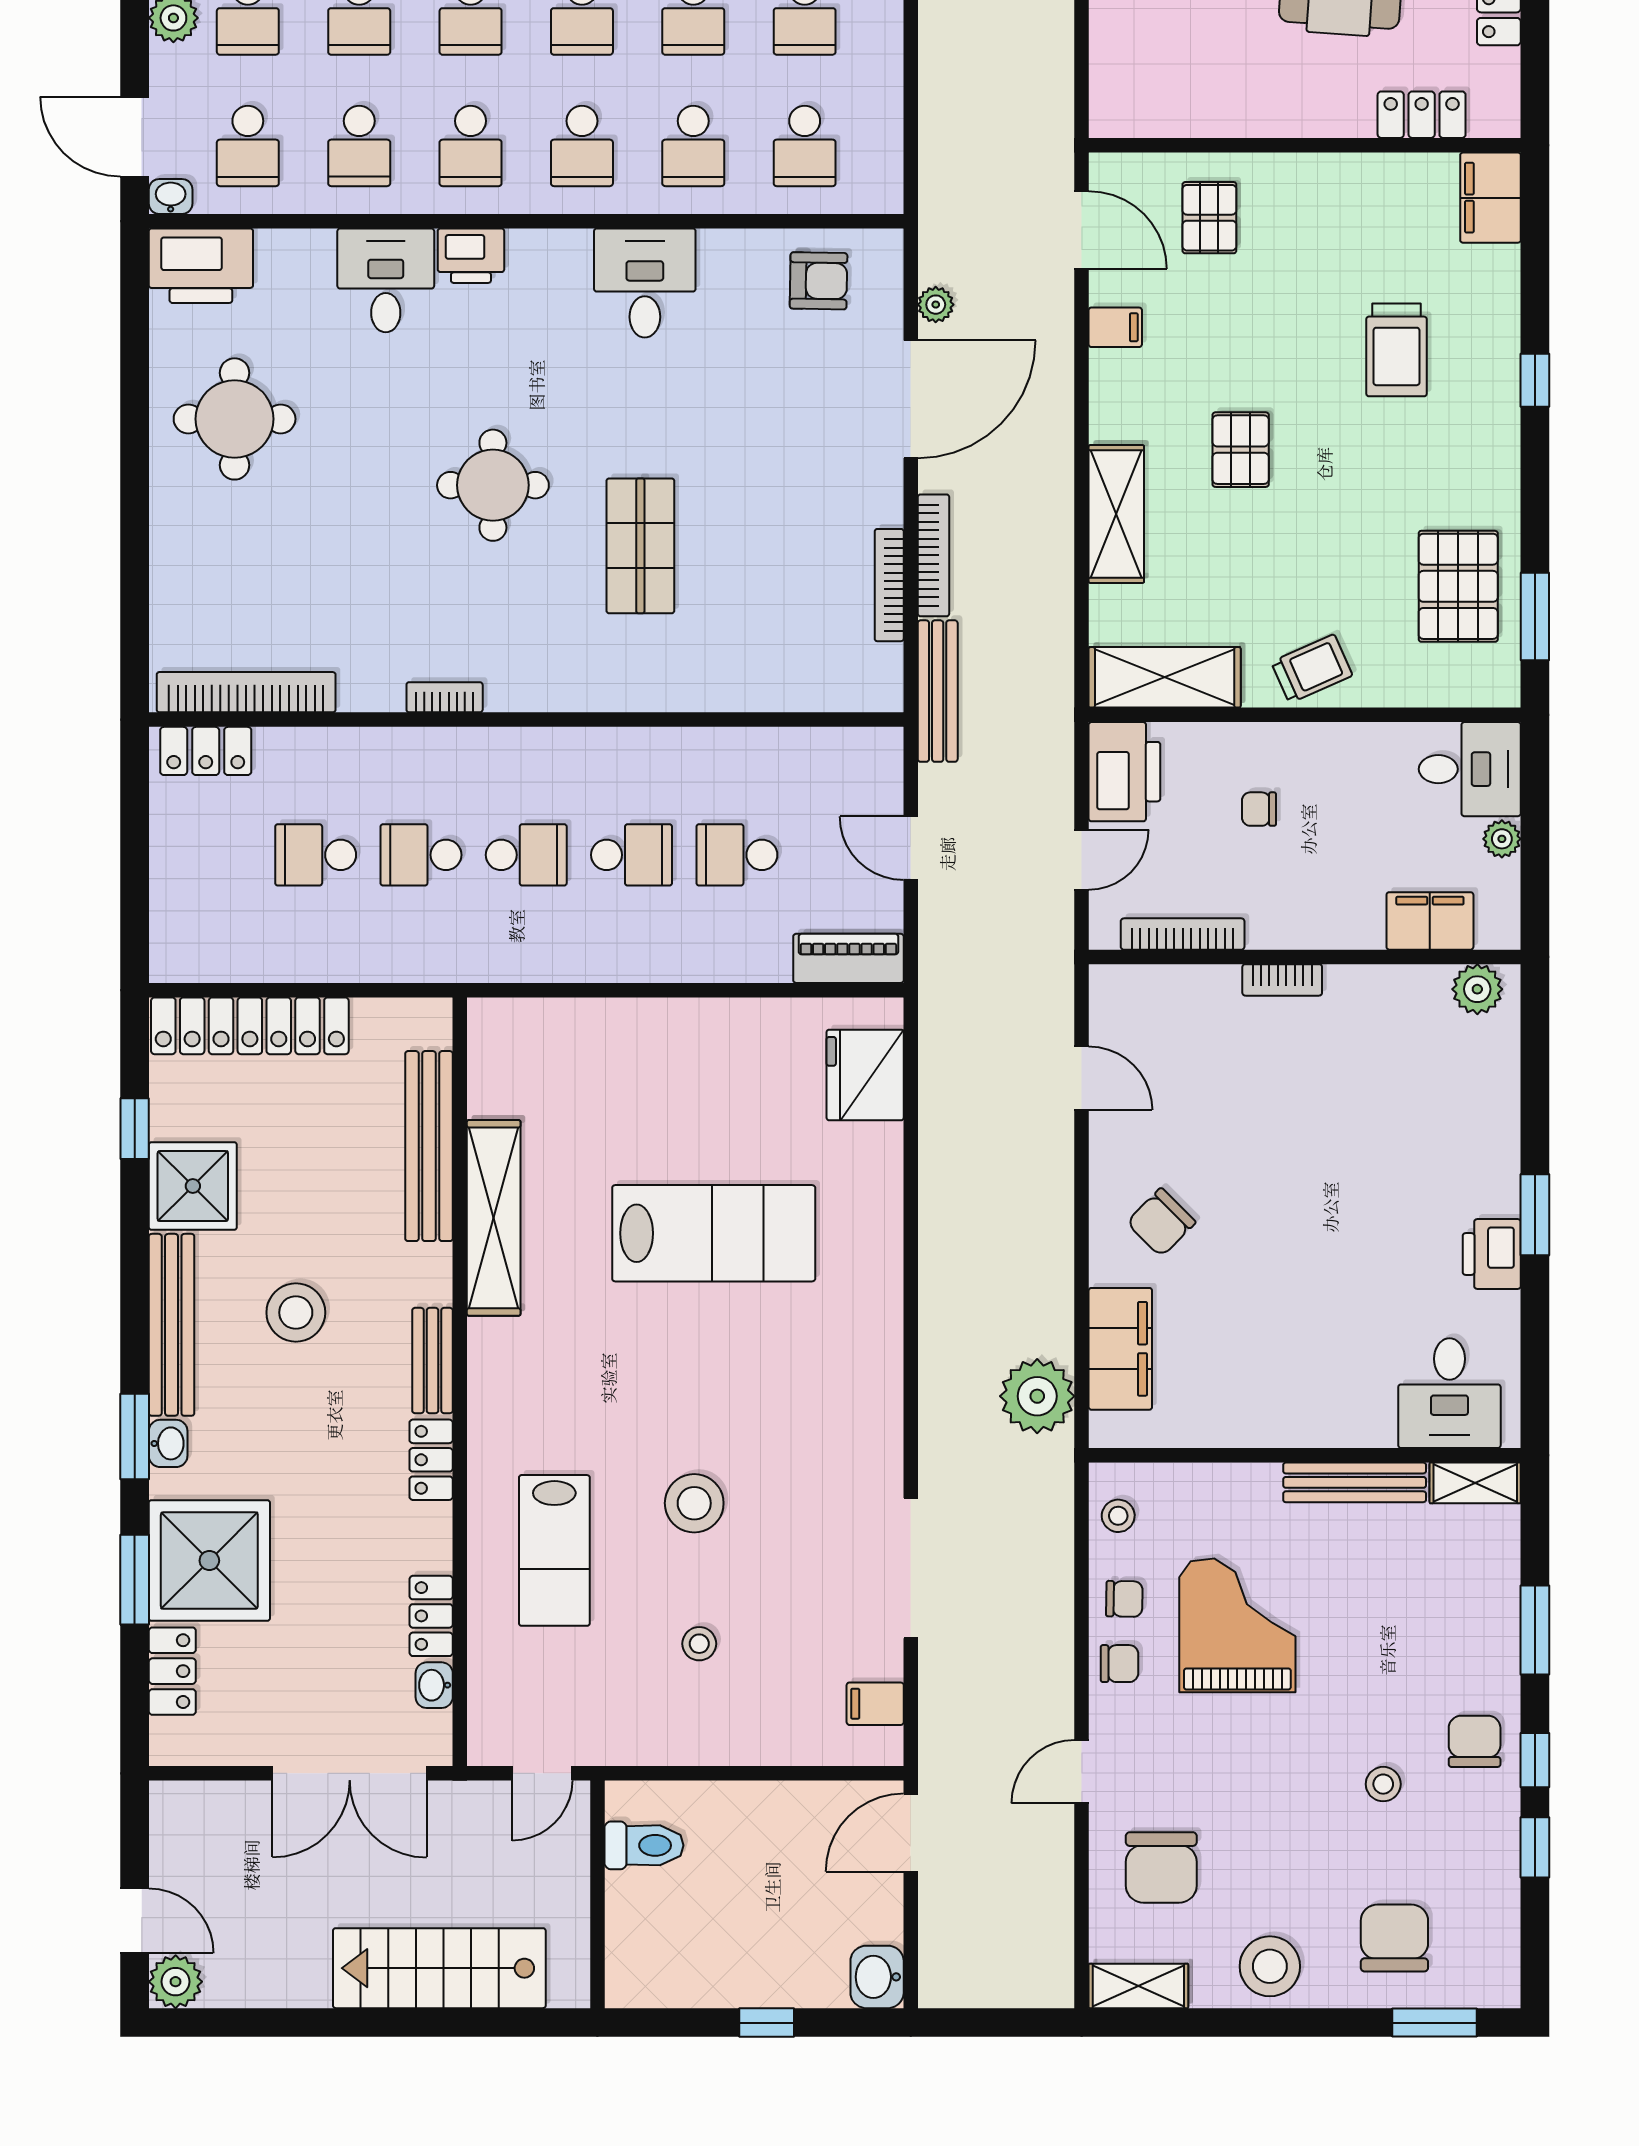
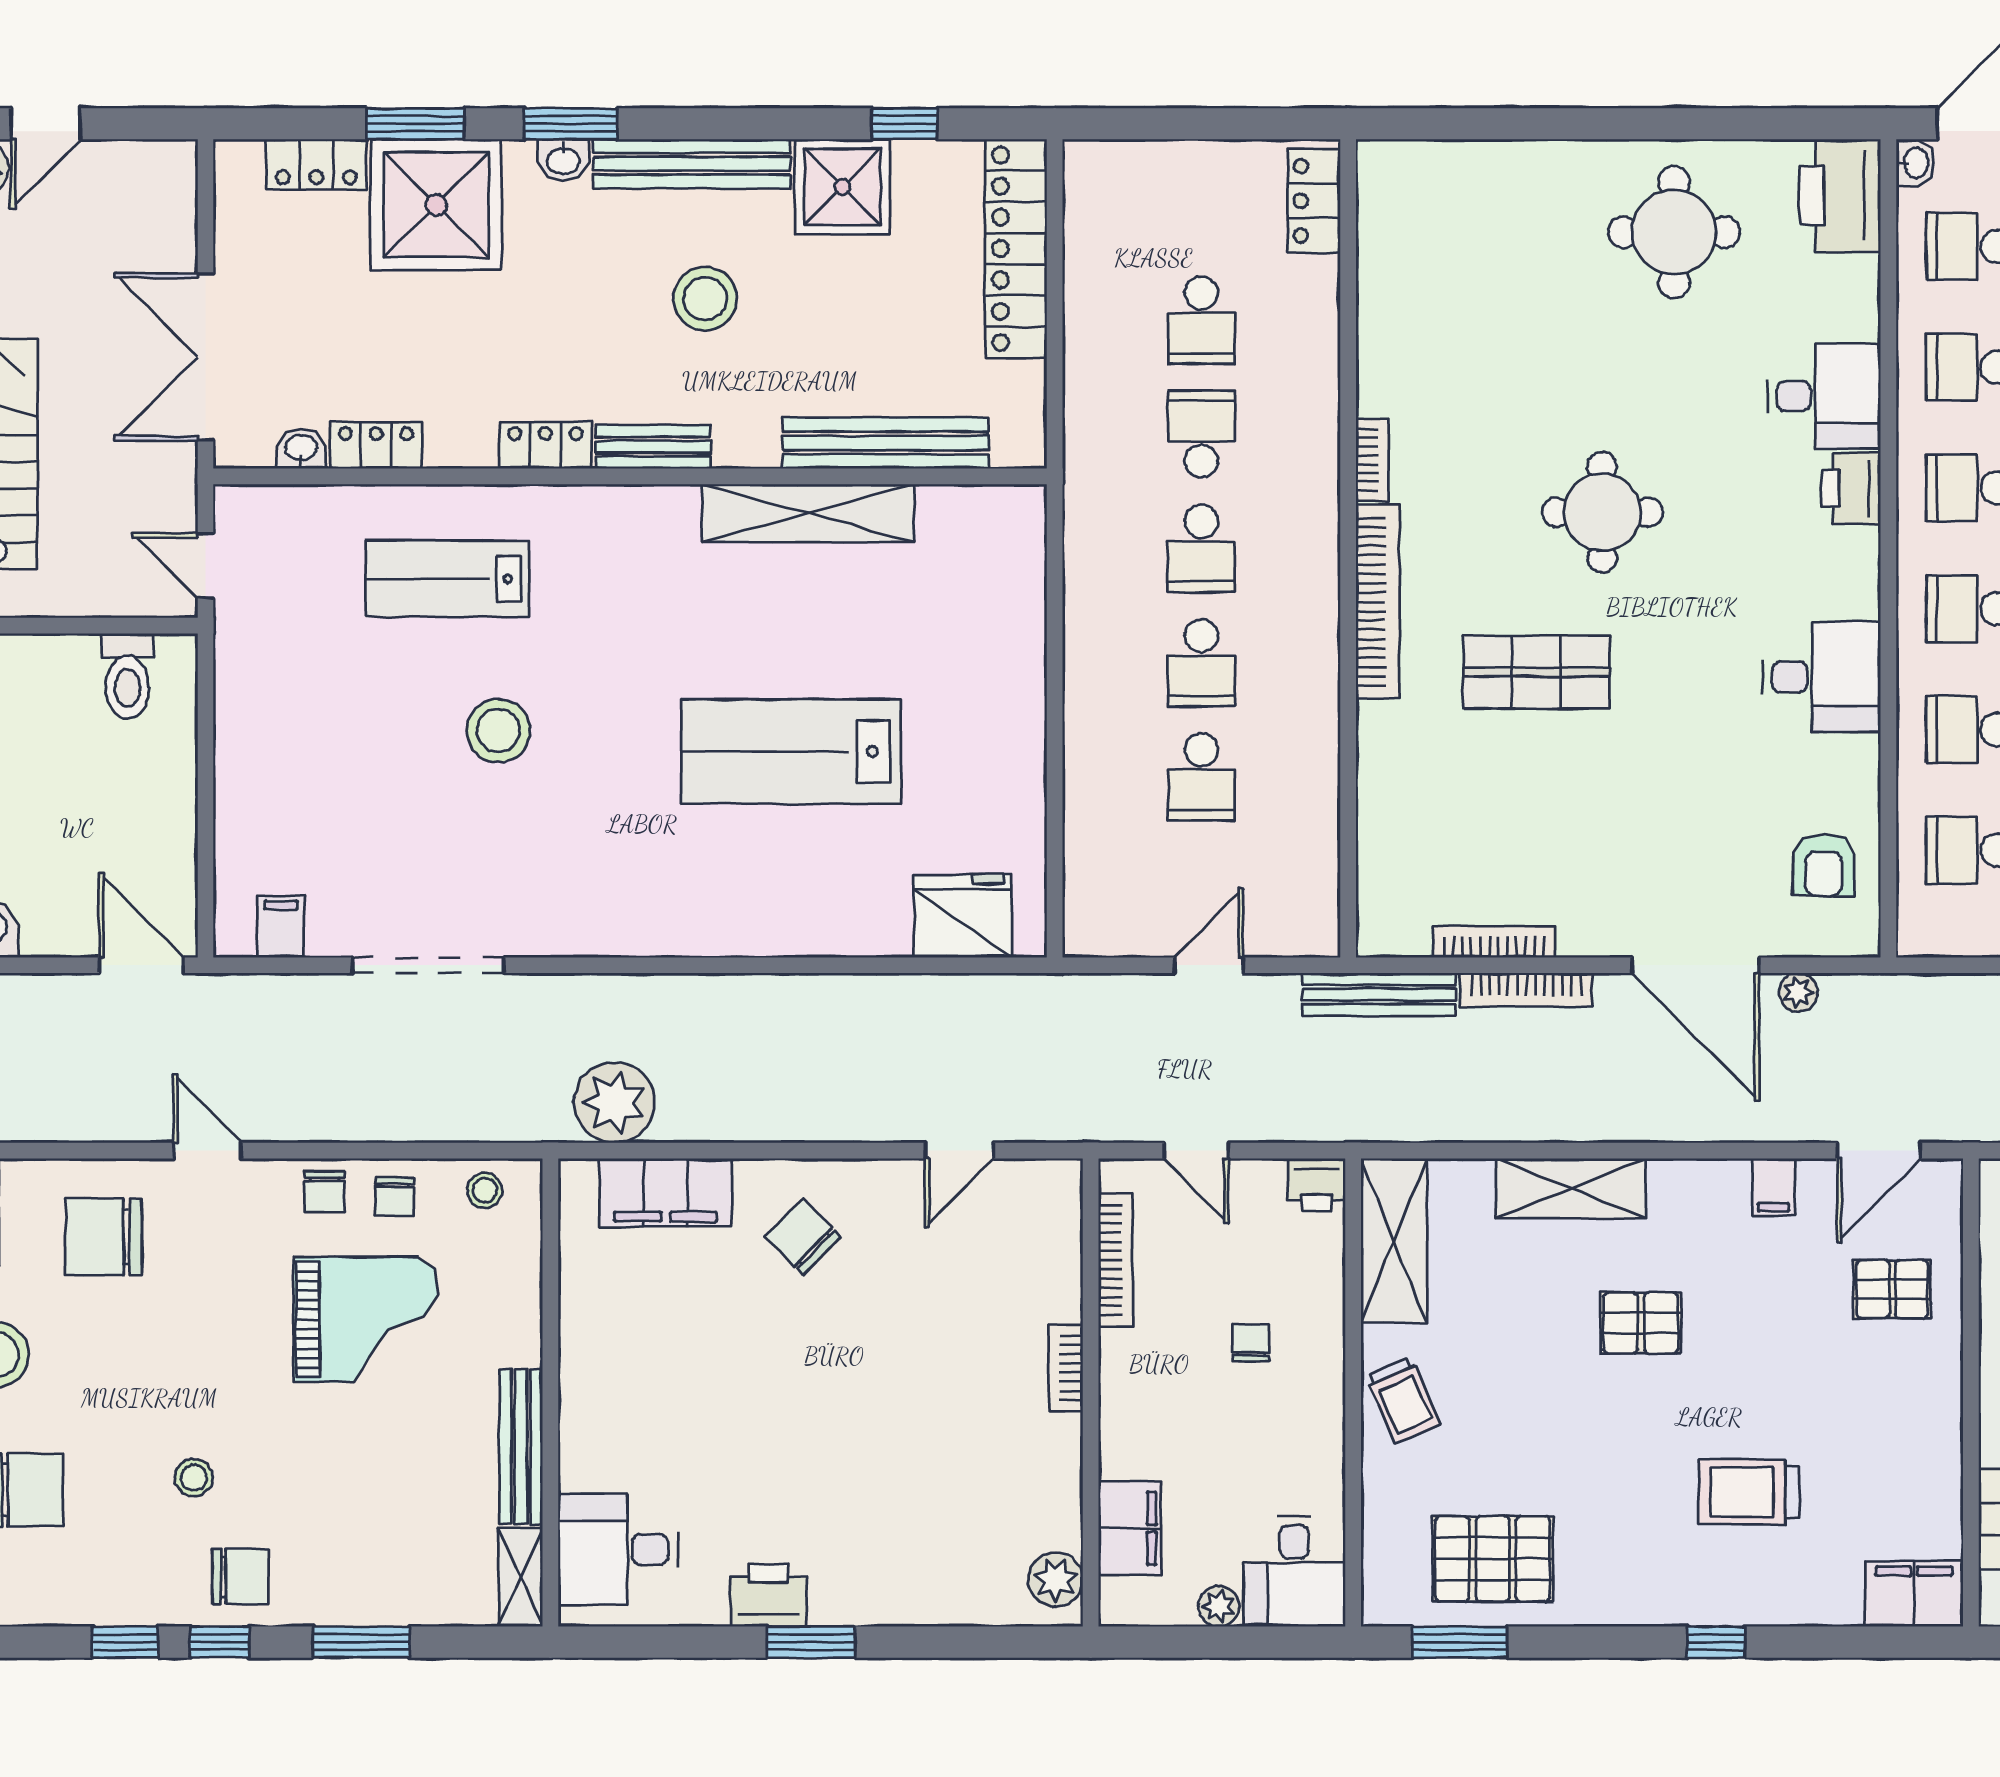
bookcase: (246, 692) -> (1378, 602), moved
printer: (1124, 772) -> (1317, 1184), width x0.53, depth x0.68
school desk: (316, 855) -> (1201, 320), turned 180
school desk: (737, 855) -> (1201, 777), turned 180
piano: (848, 958) -> (1089, 898), removed
lab bench: (714, 1233) -> (791, 752), turned 90
stool: (699, 1644) -> (346, 736), removed

